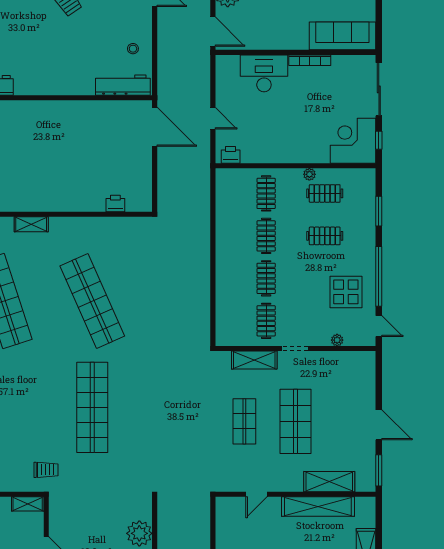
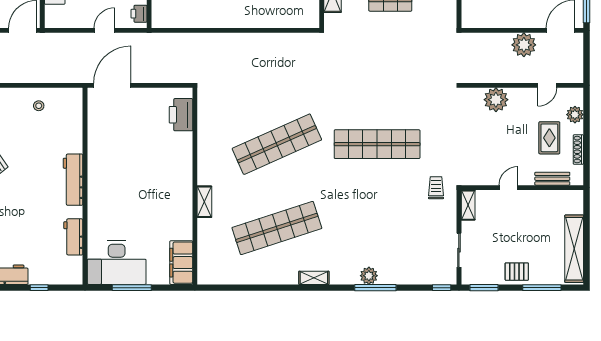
workbench: (123, 85) -> (73, 180), moved
printer: (115, 203) -> (181, 115), width x1.87, depth x1.48

